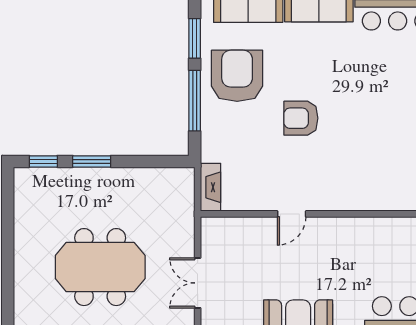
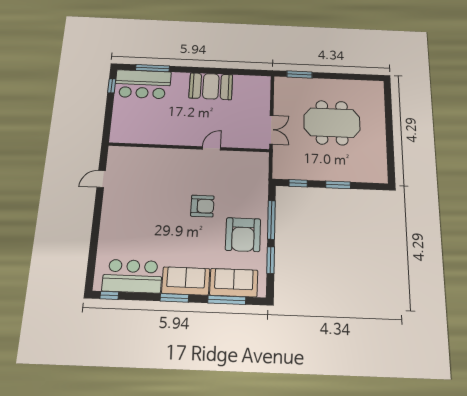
window: (43, 161) -> (298, 183), moved
fireplace: (210, 187) -> (262, 166), removed
double door: (198, 283) -> (271, 130), moved

